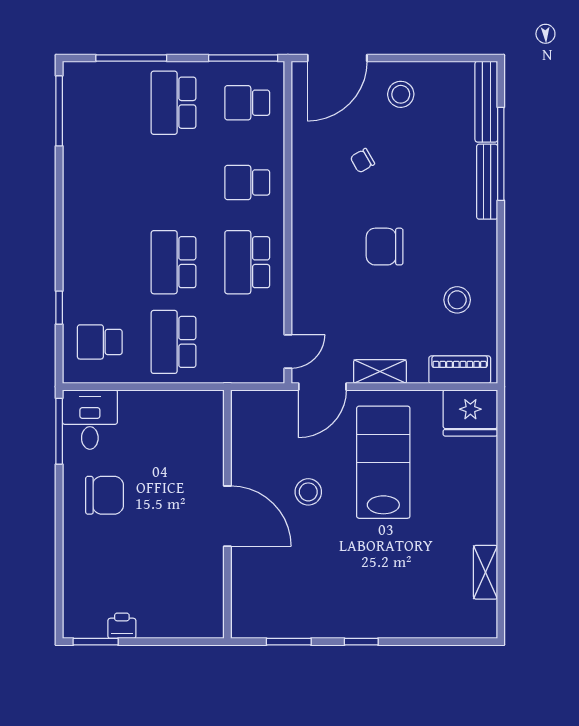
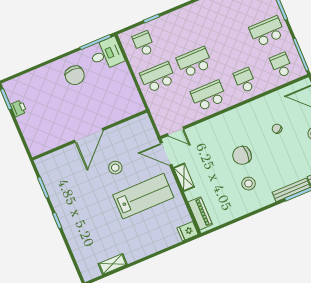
chair: (385, 247) -> (242, 155), turned -90
stool: (457, 300) -> (249, 184), moved
fridge: (470, 413) -> (188, 231), width x0.53, depth x0.75

